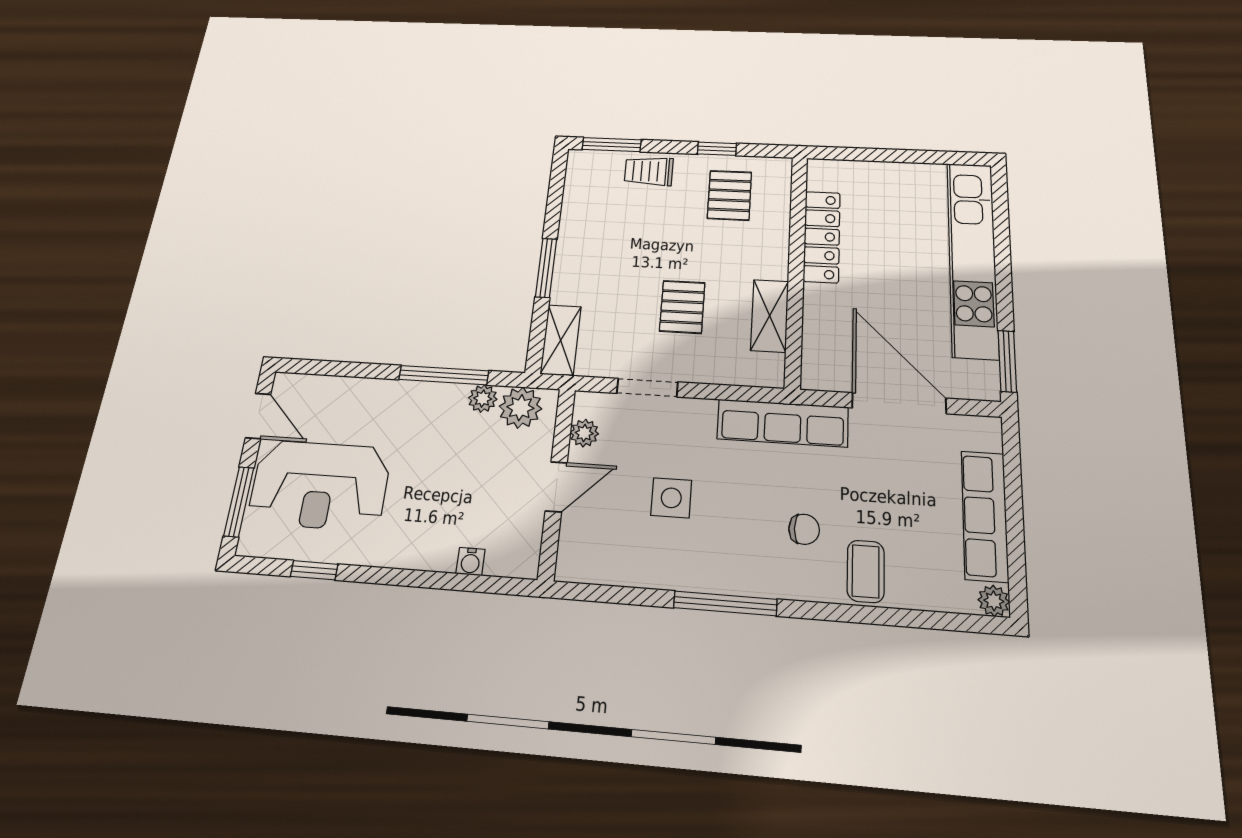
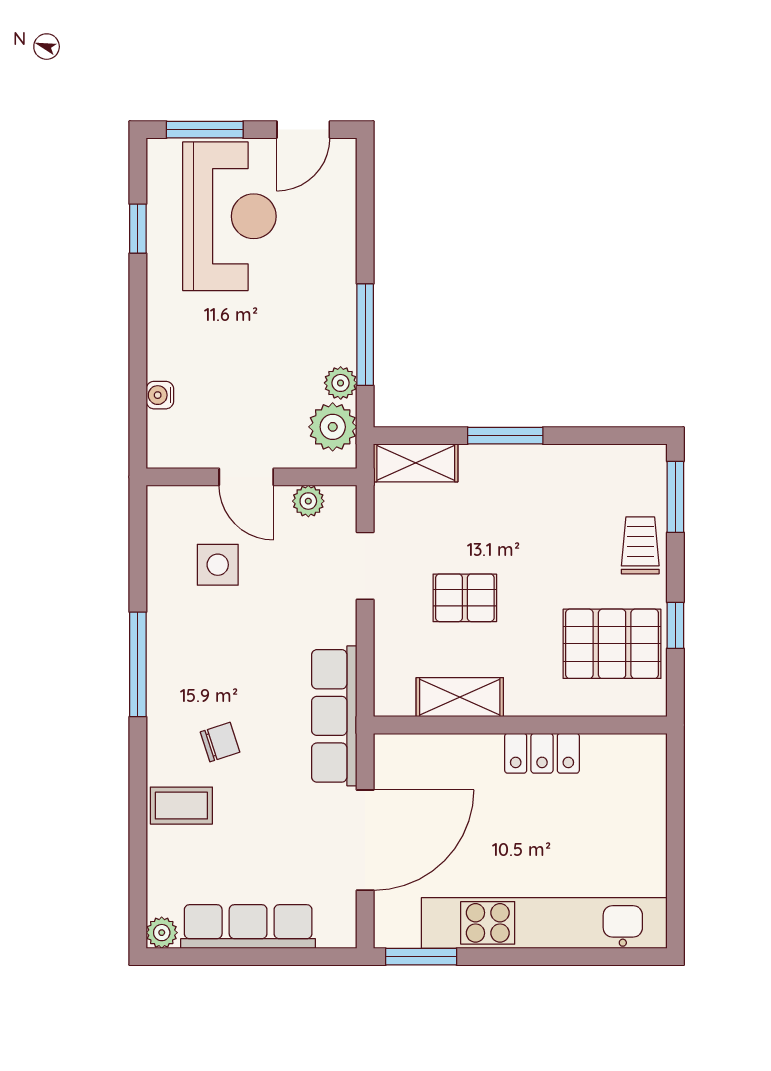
pallet: (729, 195) -> (612, 644), width x1.50, depth x1.42
locker: (822, 237) -> (542, 753), width x0.66
reception desk: (320, 485) -> (229, 216), turned 180
side table: (671, 498) -> (218, 565), moved
chair: (804, 529) -> (220, 742), turned -108

